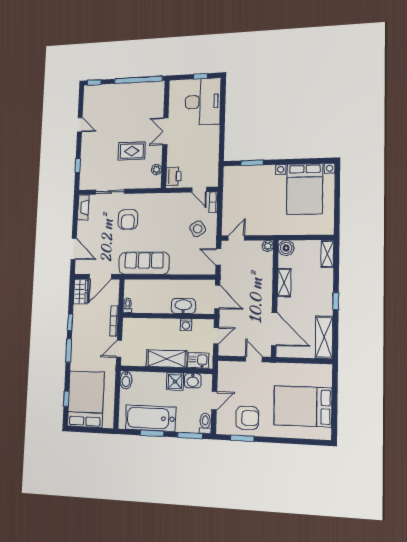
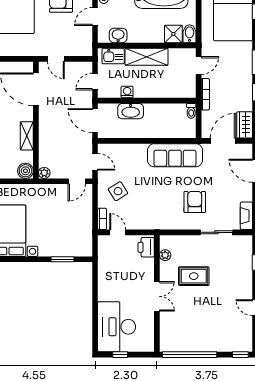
shower: (175, 382) -> (173, 34), moved

